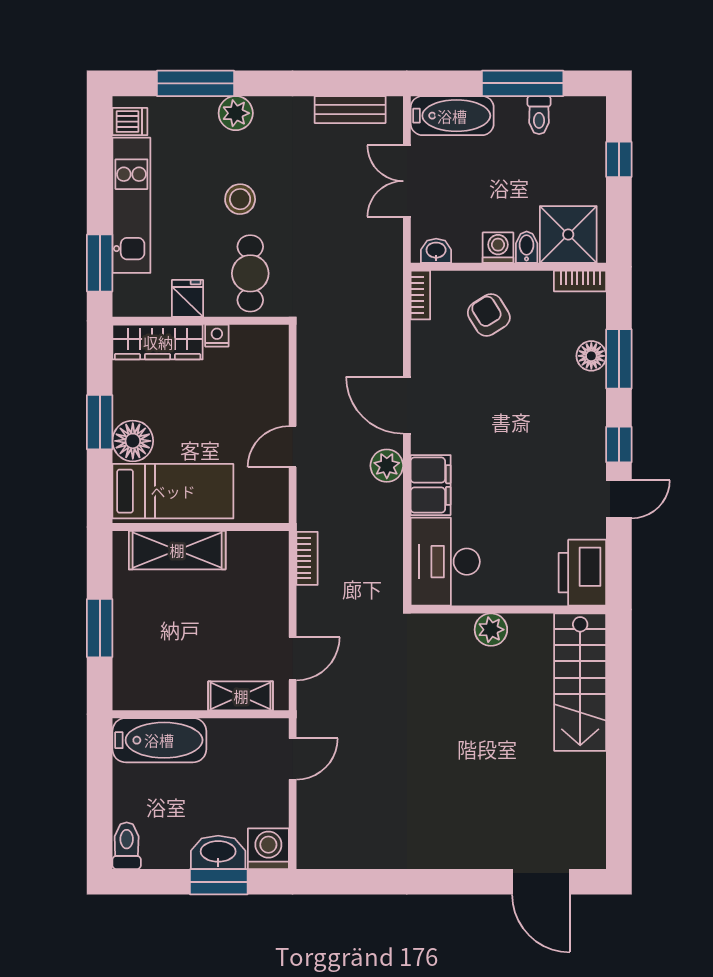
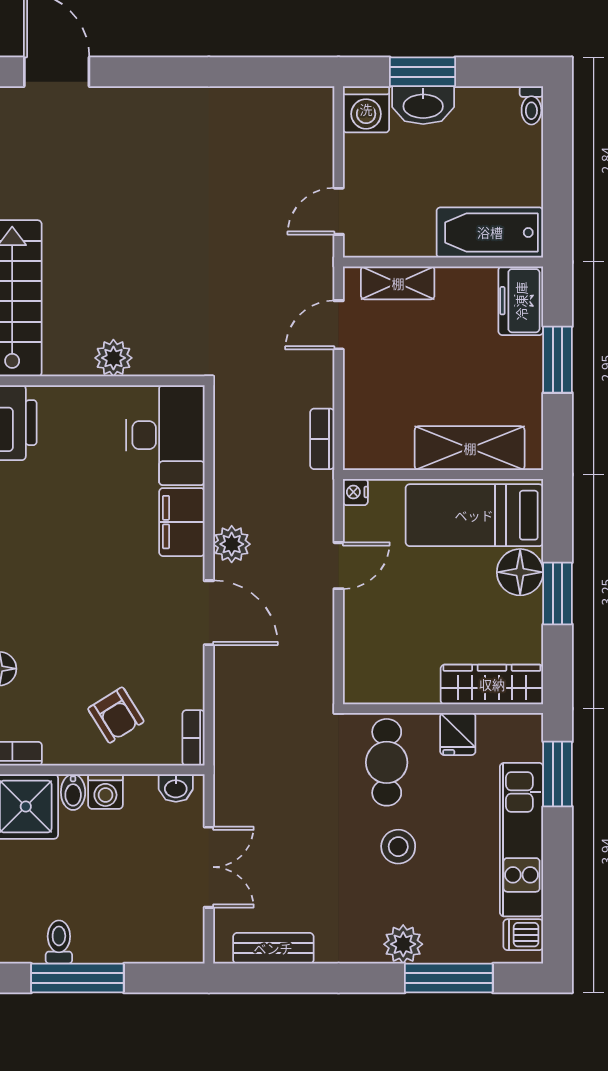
bathtub: (452, 116) -> (157, 941), removed
nightstand: (217, 336) -> (355, 492), moved, turned 90
freezer: (132, 680) -> (521, 301), added
toilet: (127, 846) -> (531, 105), width x0.73, depth x0.72

